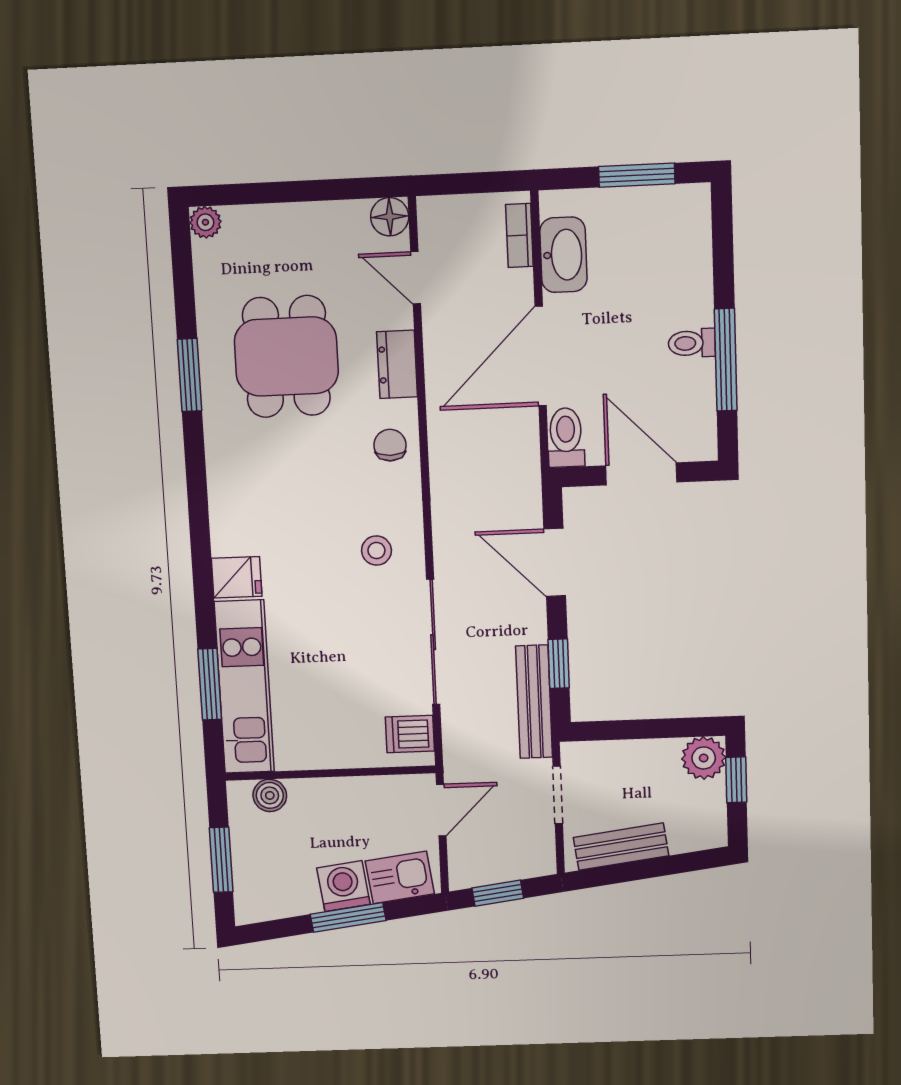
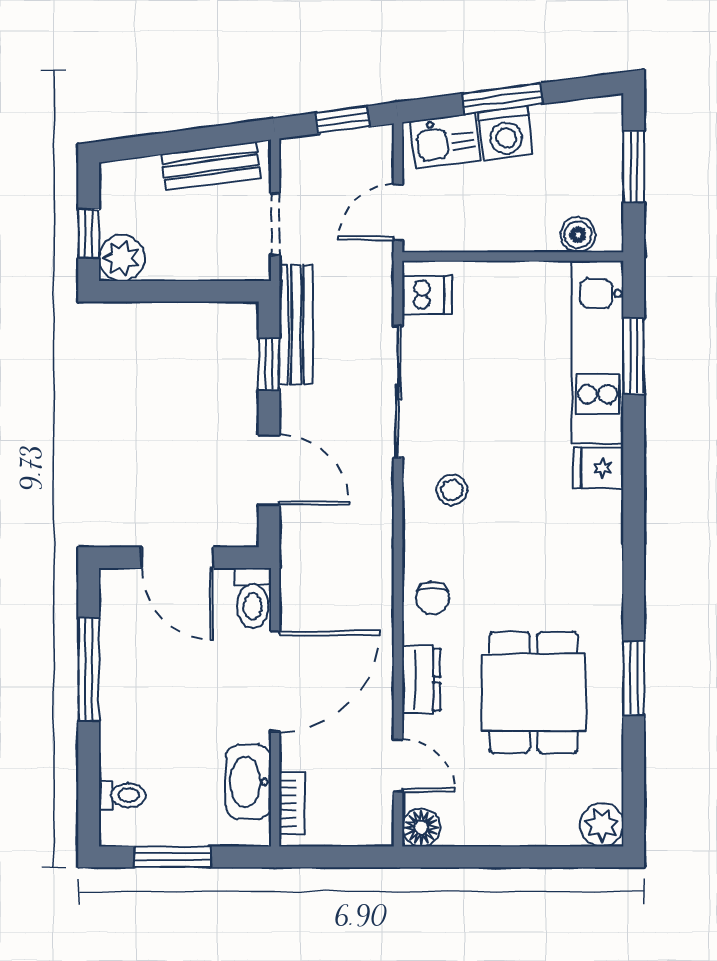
plant: (205, 222) -> (602, 825), width x1.38, depth x1.38
toilet: (692, 343) -> (122, 795), moved

